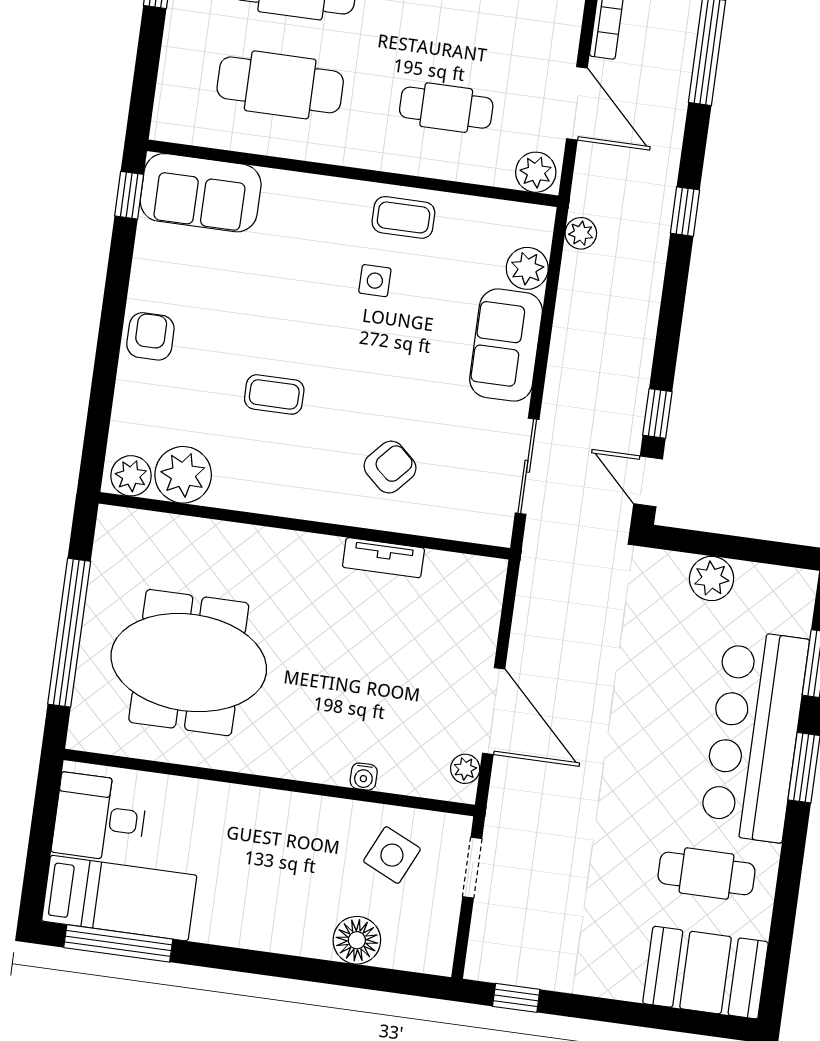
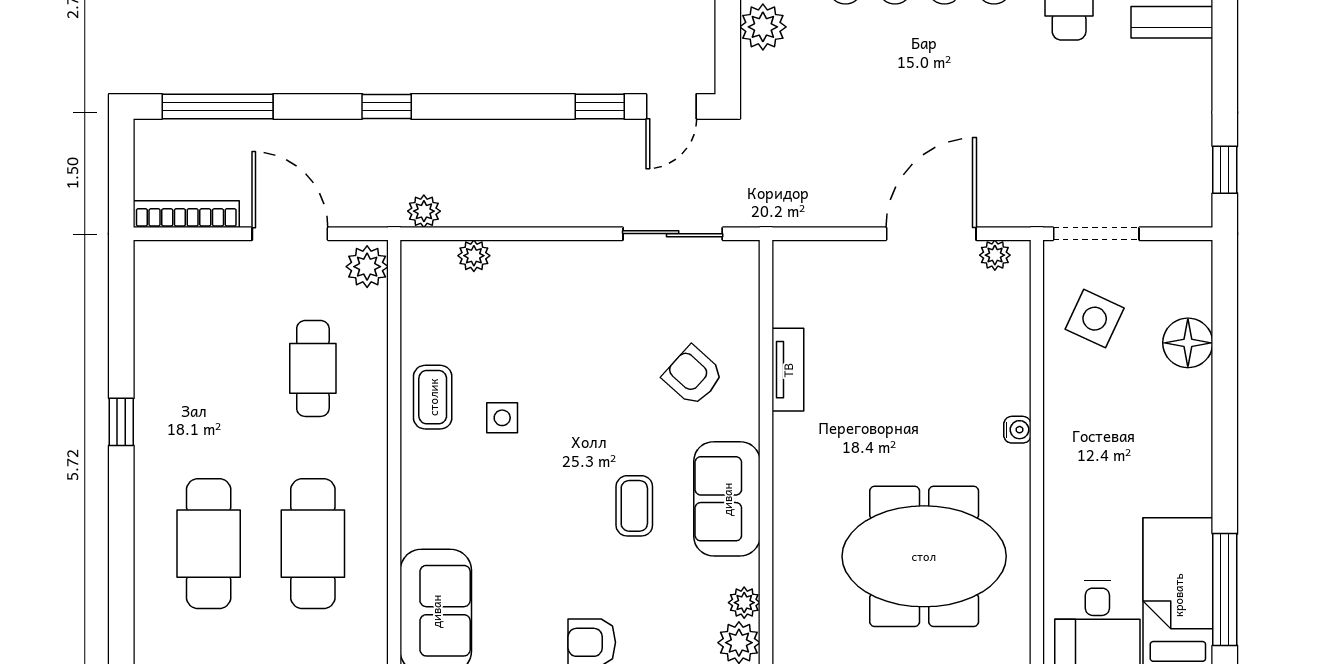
door: (577, 103) -> (290, 234), hinge flipped
plant: (527, 268) -> (474, 256), width x0.73, depth x0.73
sofa: (506, 345) -> (727, 499), moved, turned 90
plant: (183, 475) -> (744, 603), width x0.53, depth x0.53
meeting table: (189, 663) -> (924, 556), turned 90
water cooler: (364, 777) -> (1017, 430), moved
doorway: (472, 868) -> (1096, 234), width x1.38

